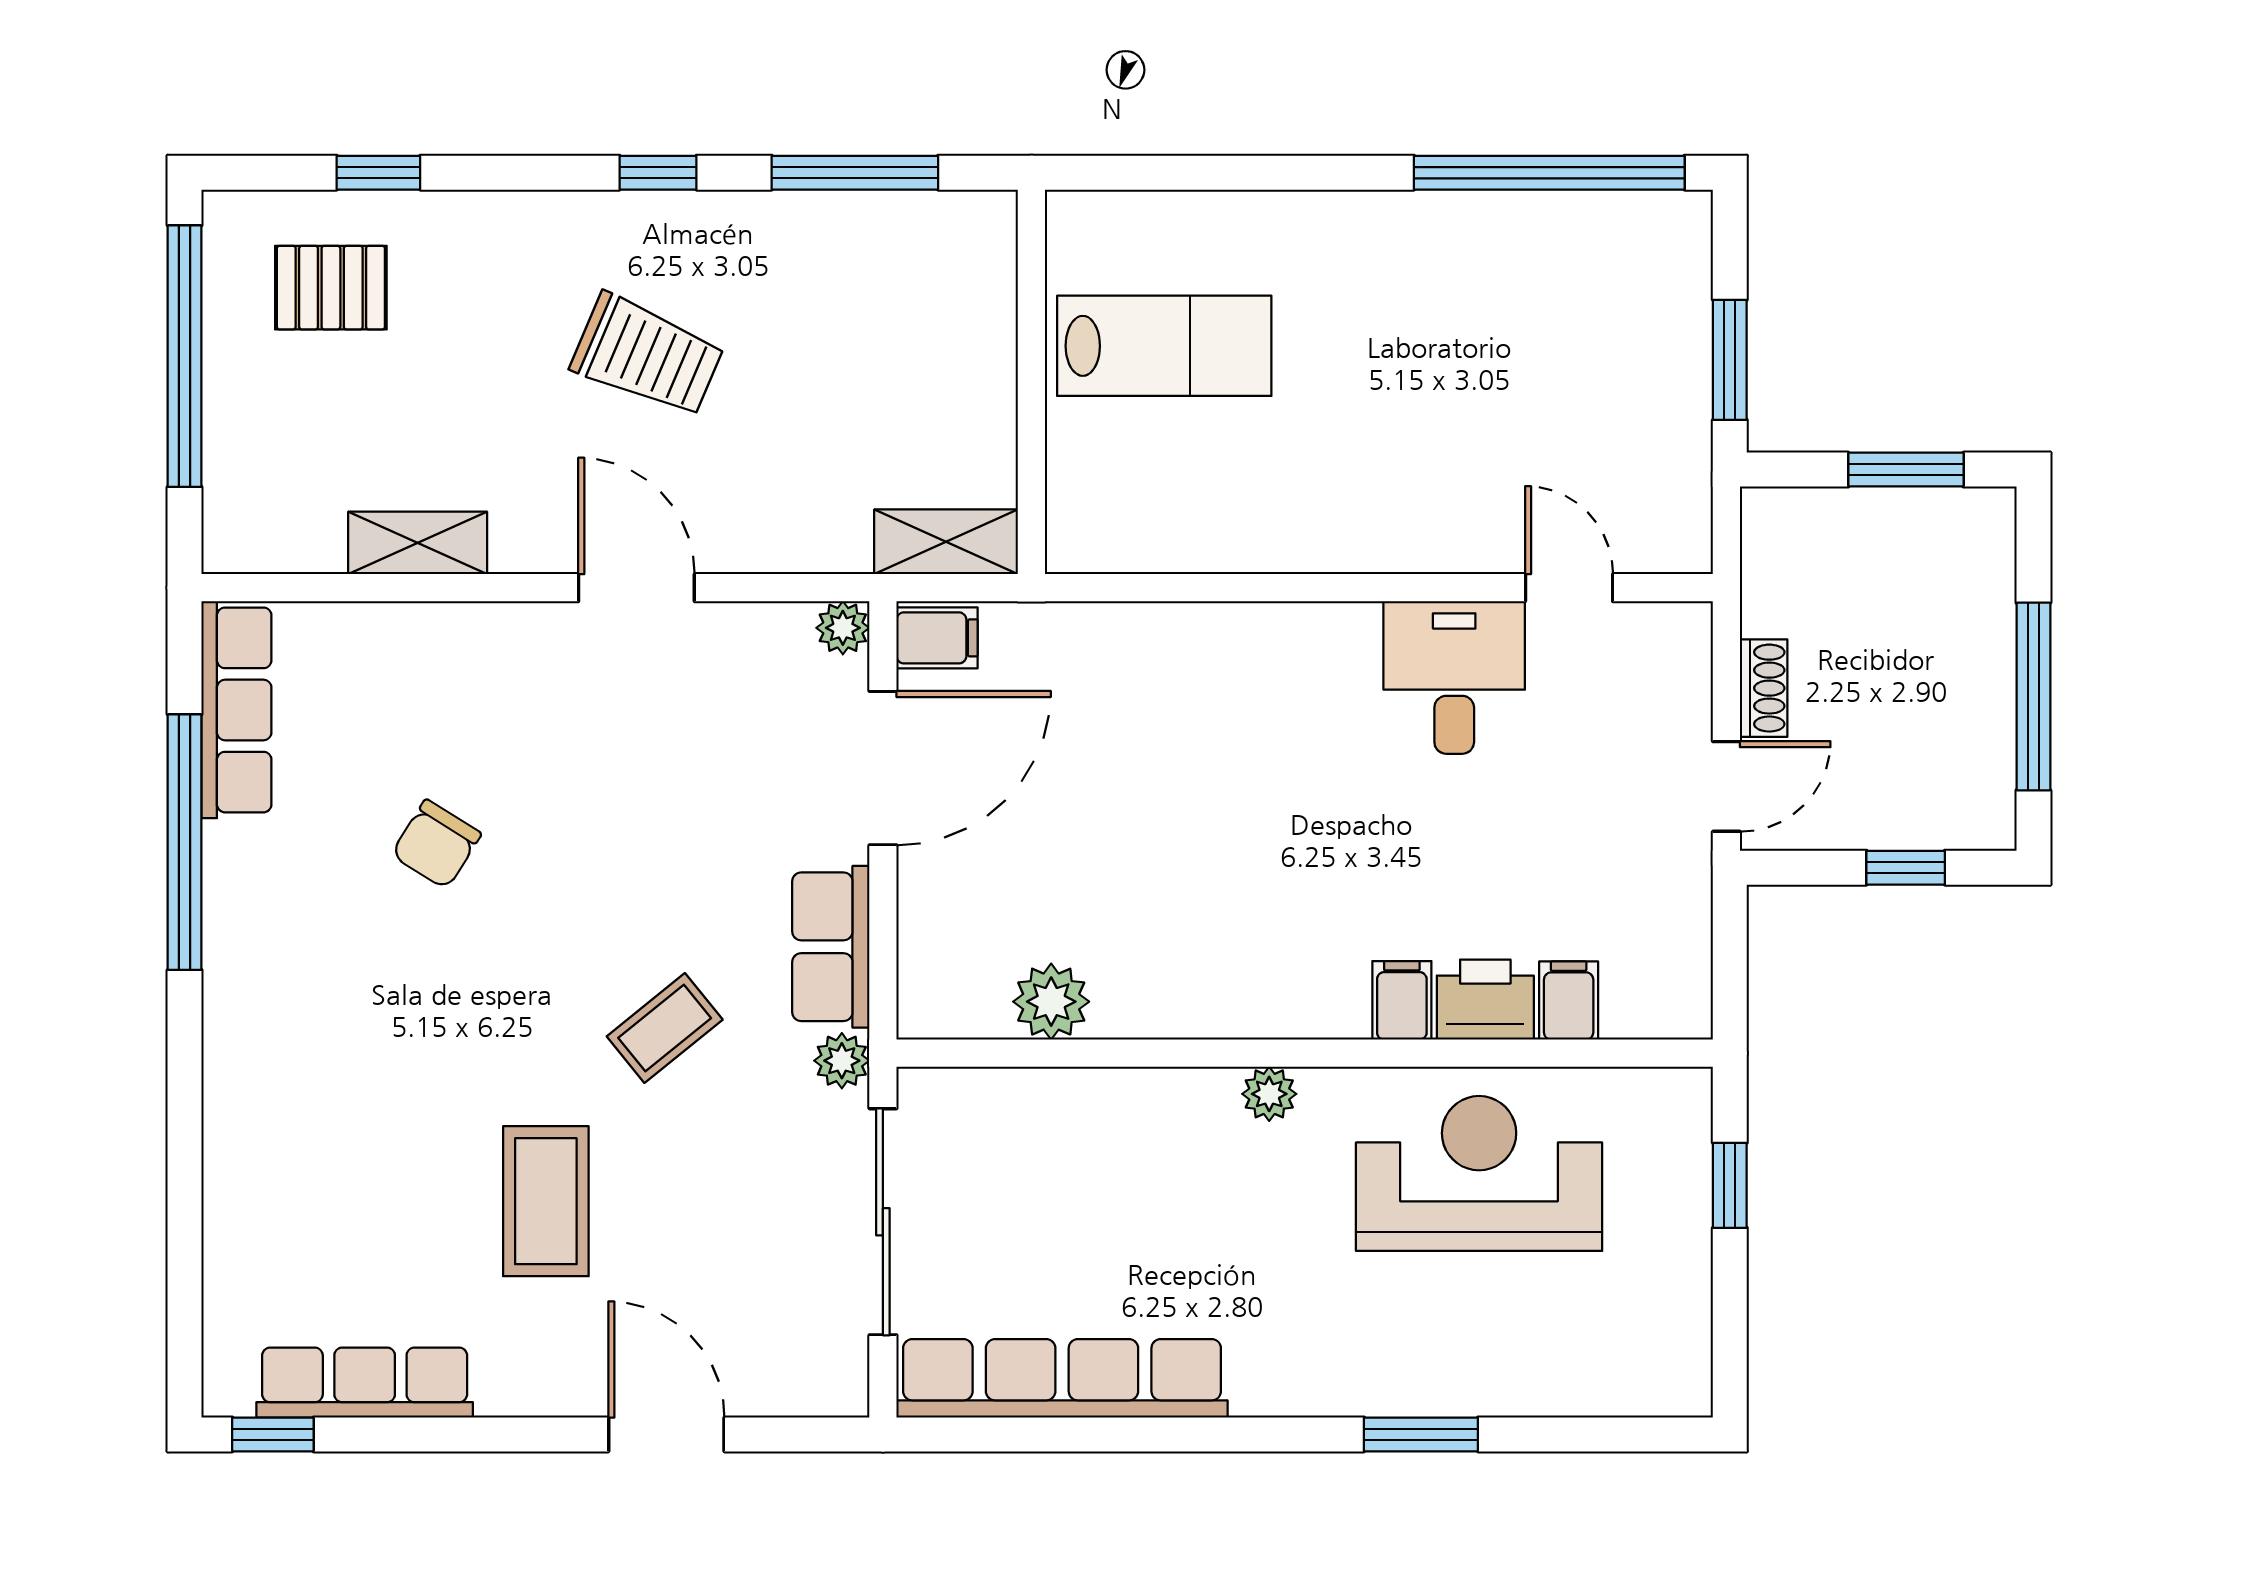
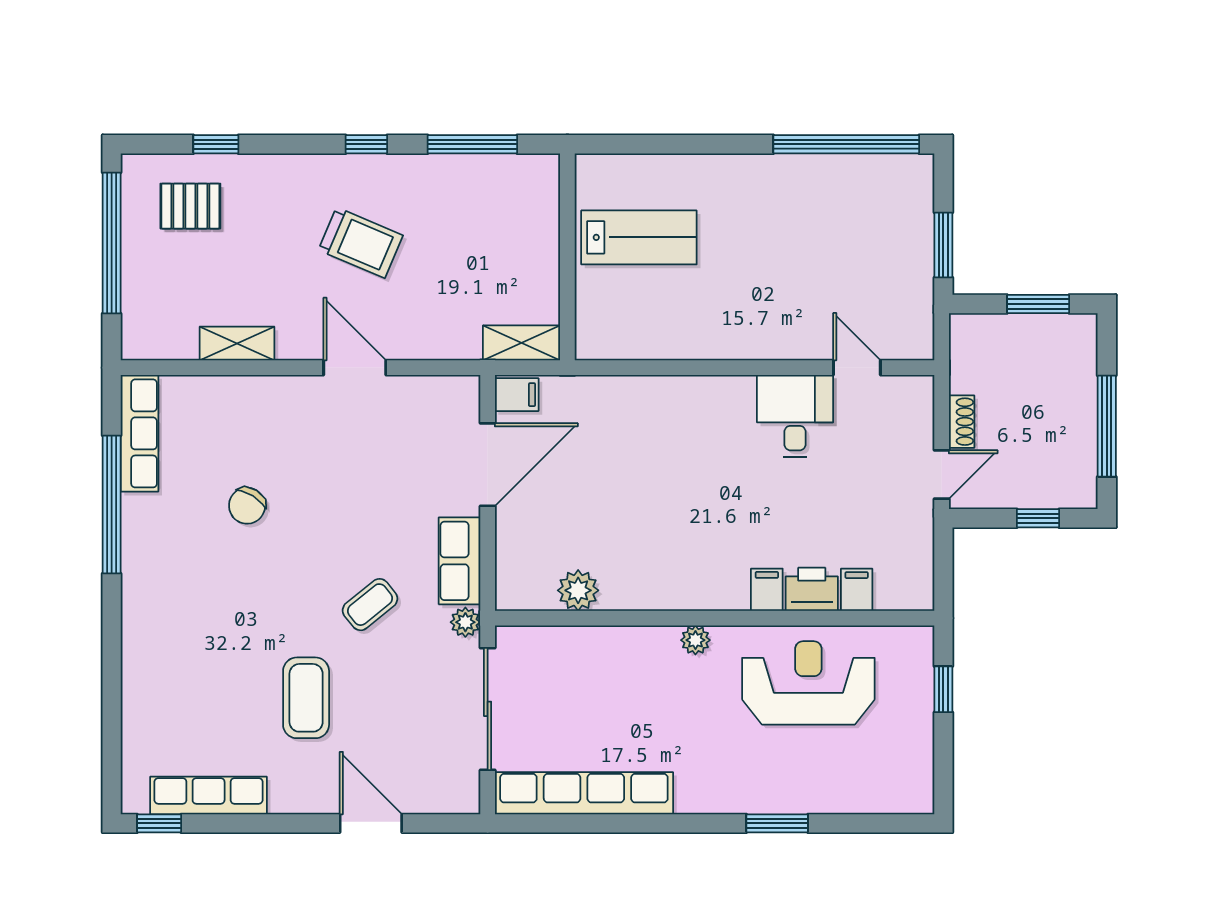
plant: (843, 628) -> (466, 389), removed

